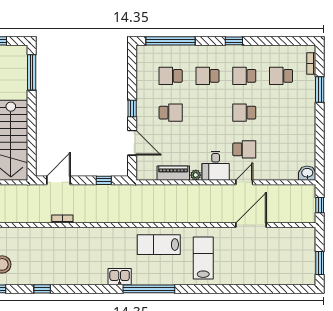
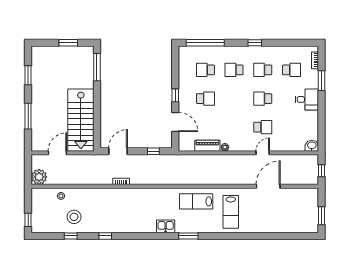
school desk: (281, 76) -> (291, 70), turned 180
desk: (216, 166) -> (307, 99), moved, turned -90
lab bench: (203, 258) -> (231, 212), turned 180
window: (149, 289) -> (188, 236), width x0.47

